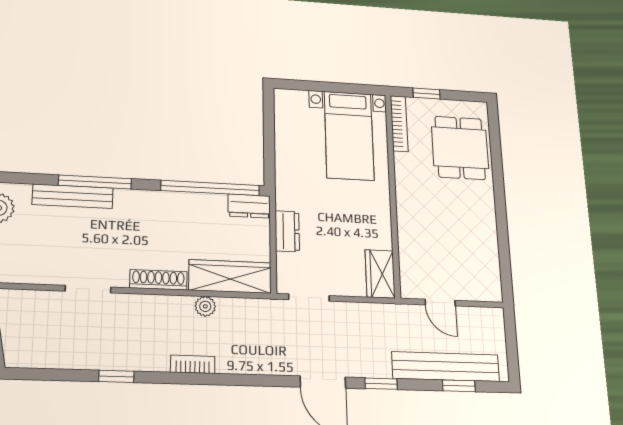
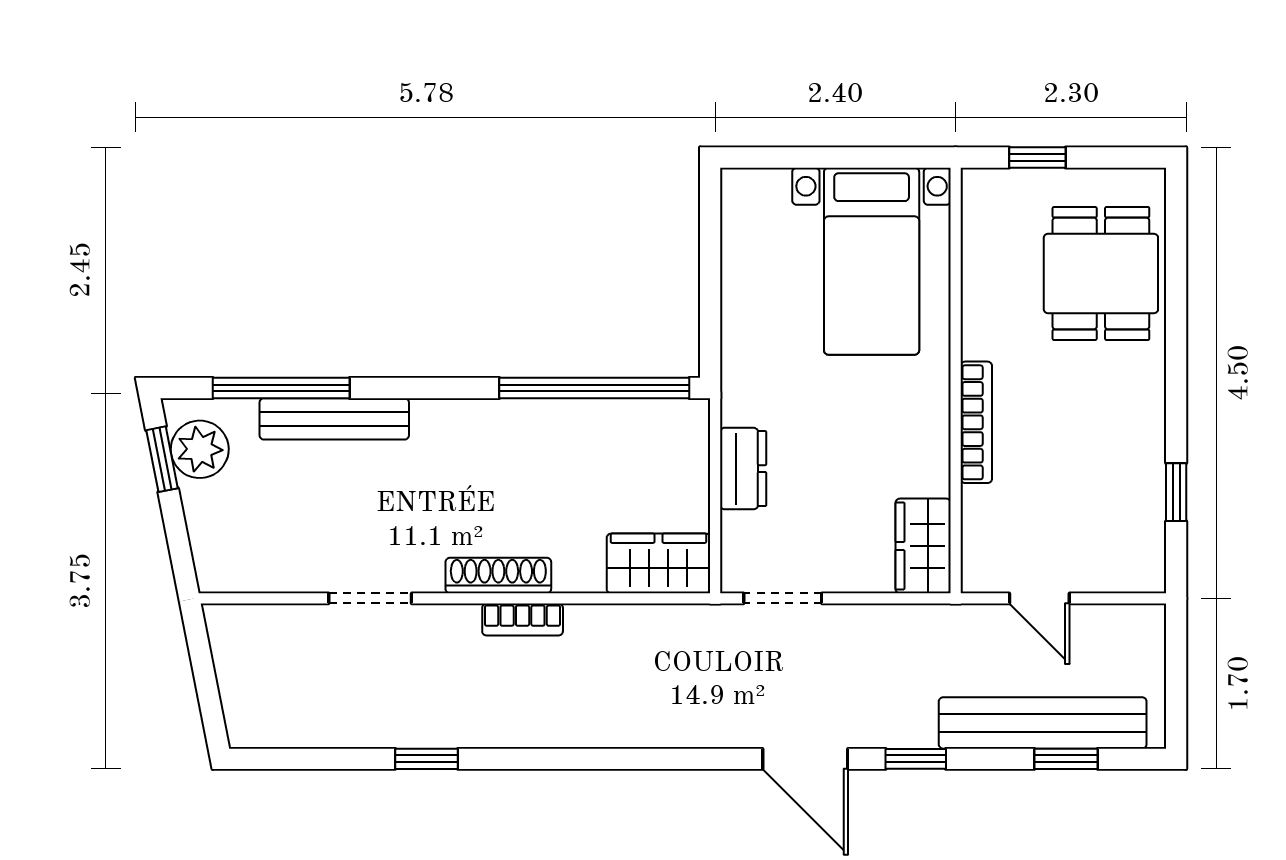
bookcase: (399, 124) -> (976, 422), moved
window: (95, 182) -> (281, 388), moved
dresser: (249, 206) -> (669, 421), removed
window: (504, 253) -> (1176, 492), added
wardrobe: (230, 277) -> (658, 563), width x0.67
plant: (205, 306) -> (586, 623), removed
bookcase: (193, 364) -> (523, 620), moved, turned 180

